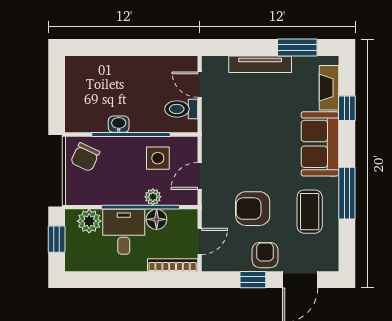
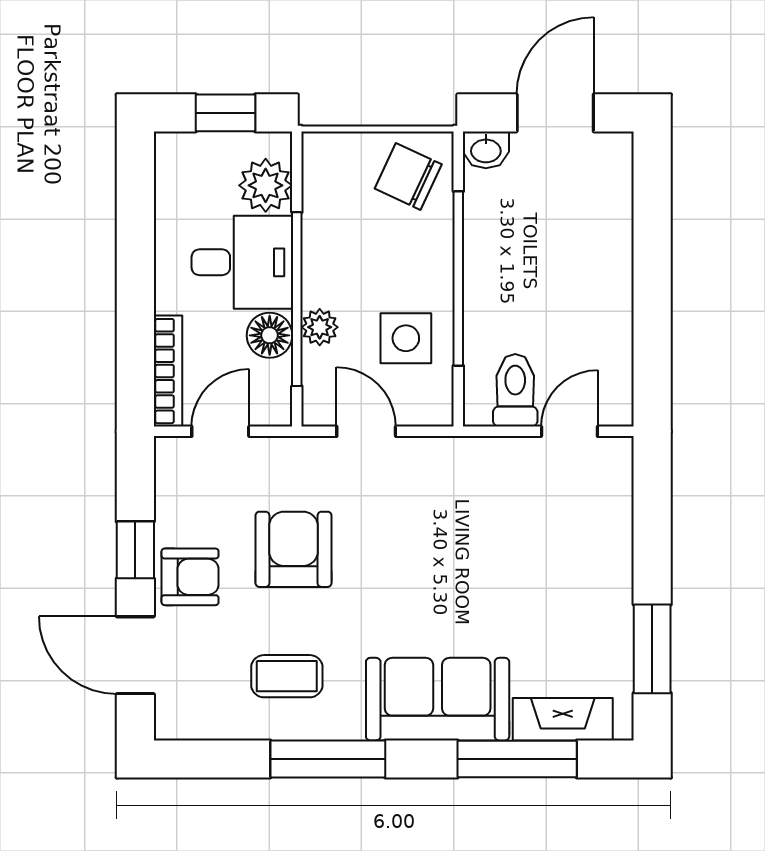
tv unit: (260, 64) -> (615, 566), removed
door: (57, 91) -> (555, 113), added
window: (347, 108) -> (517, 759), width x2.17
washbasin: (119, 124) -> (486, 150), moved, turned 90
coffee table: (310, 212) -> (287, 676), width x0.73, depth x0.77
door: (200, 241) -> (220, 431), swing flipped

